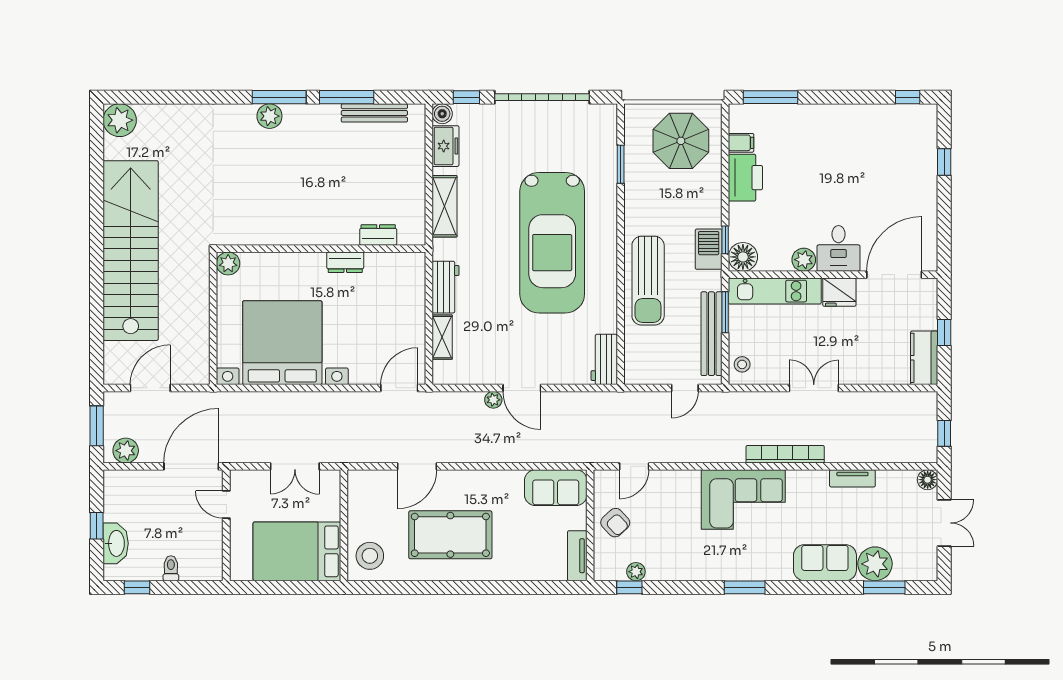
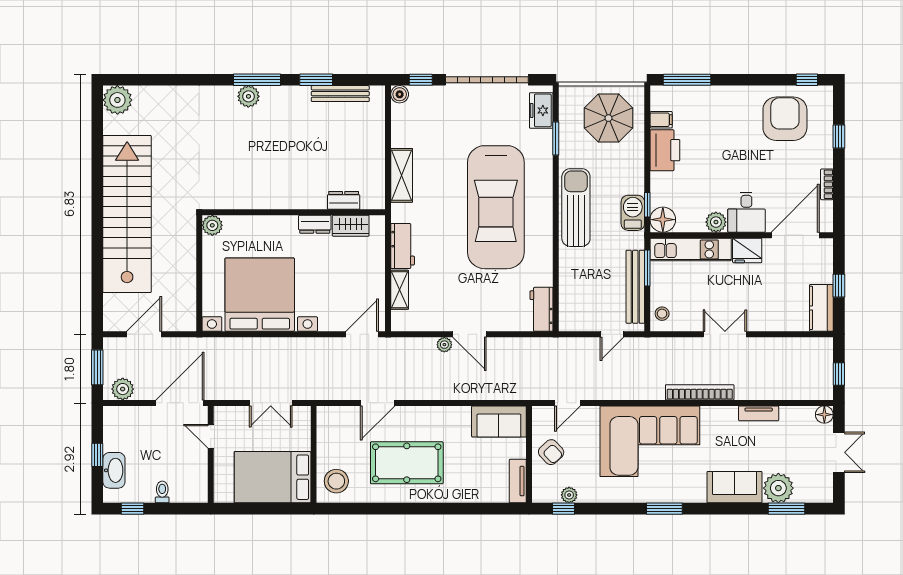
window: (347, 97) -> (316, 80), width x0.69
armchair: (883, 142) -> (785, 119), added
freezer: (445, 146) -> (541, 110), moved, turned 180
bookcase: (930, 217) -> (827, 184), added
wardrobe: (386, 264) -> (351, 226), added
sun lounger: (648, 281) -> (576, 208), moved, turned 180
corner sofa: (743, 500) -> (650, 441), width x1.36, depth x1.36

